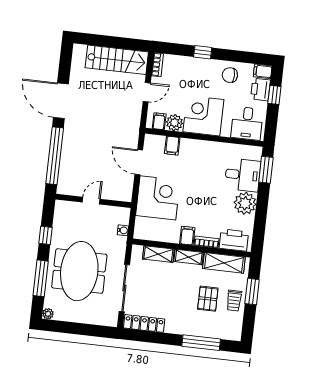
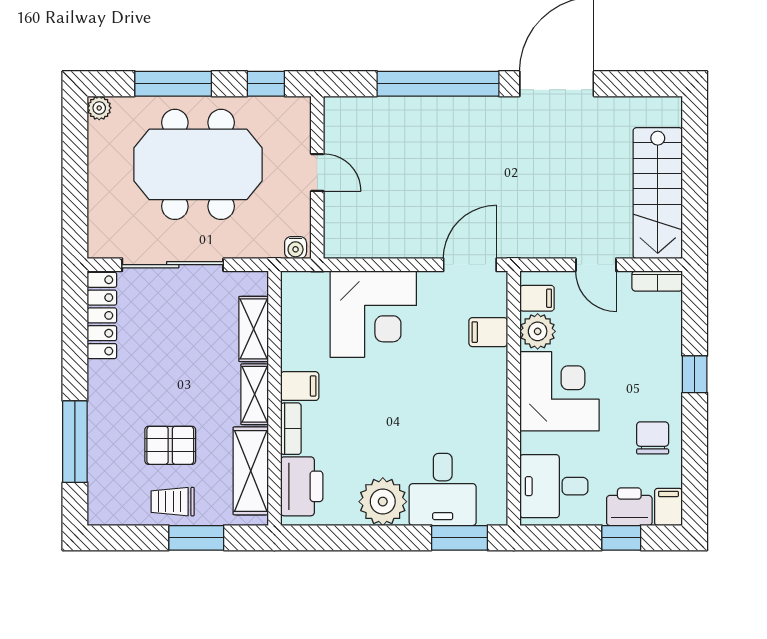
door: (139, 162) -> (470, 265), moved
door: (91, 201) -> (317, 172), moved
wall: (93, 201) -> (317, 177), moved

